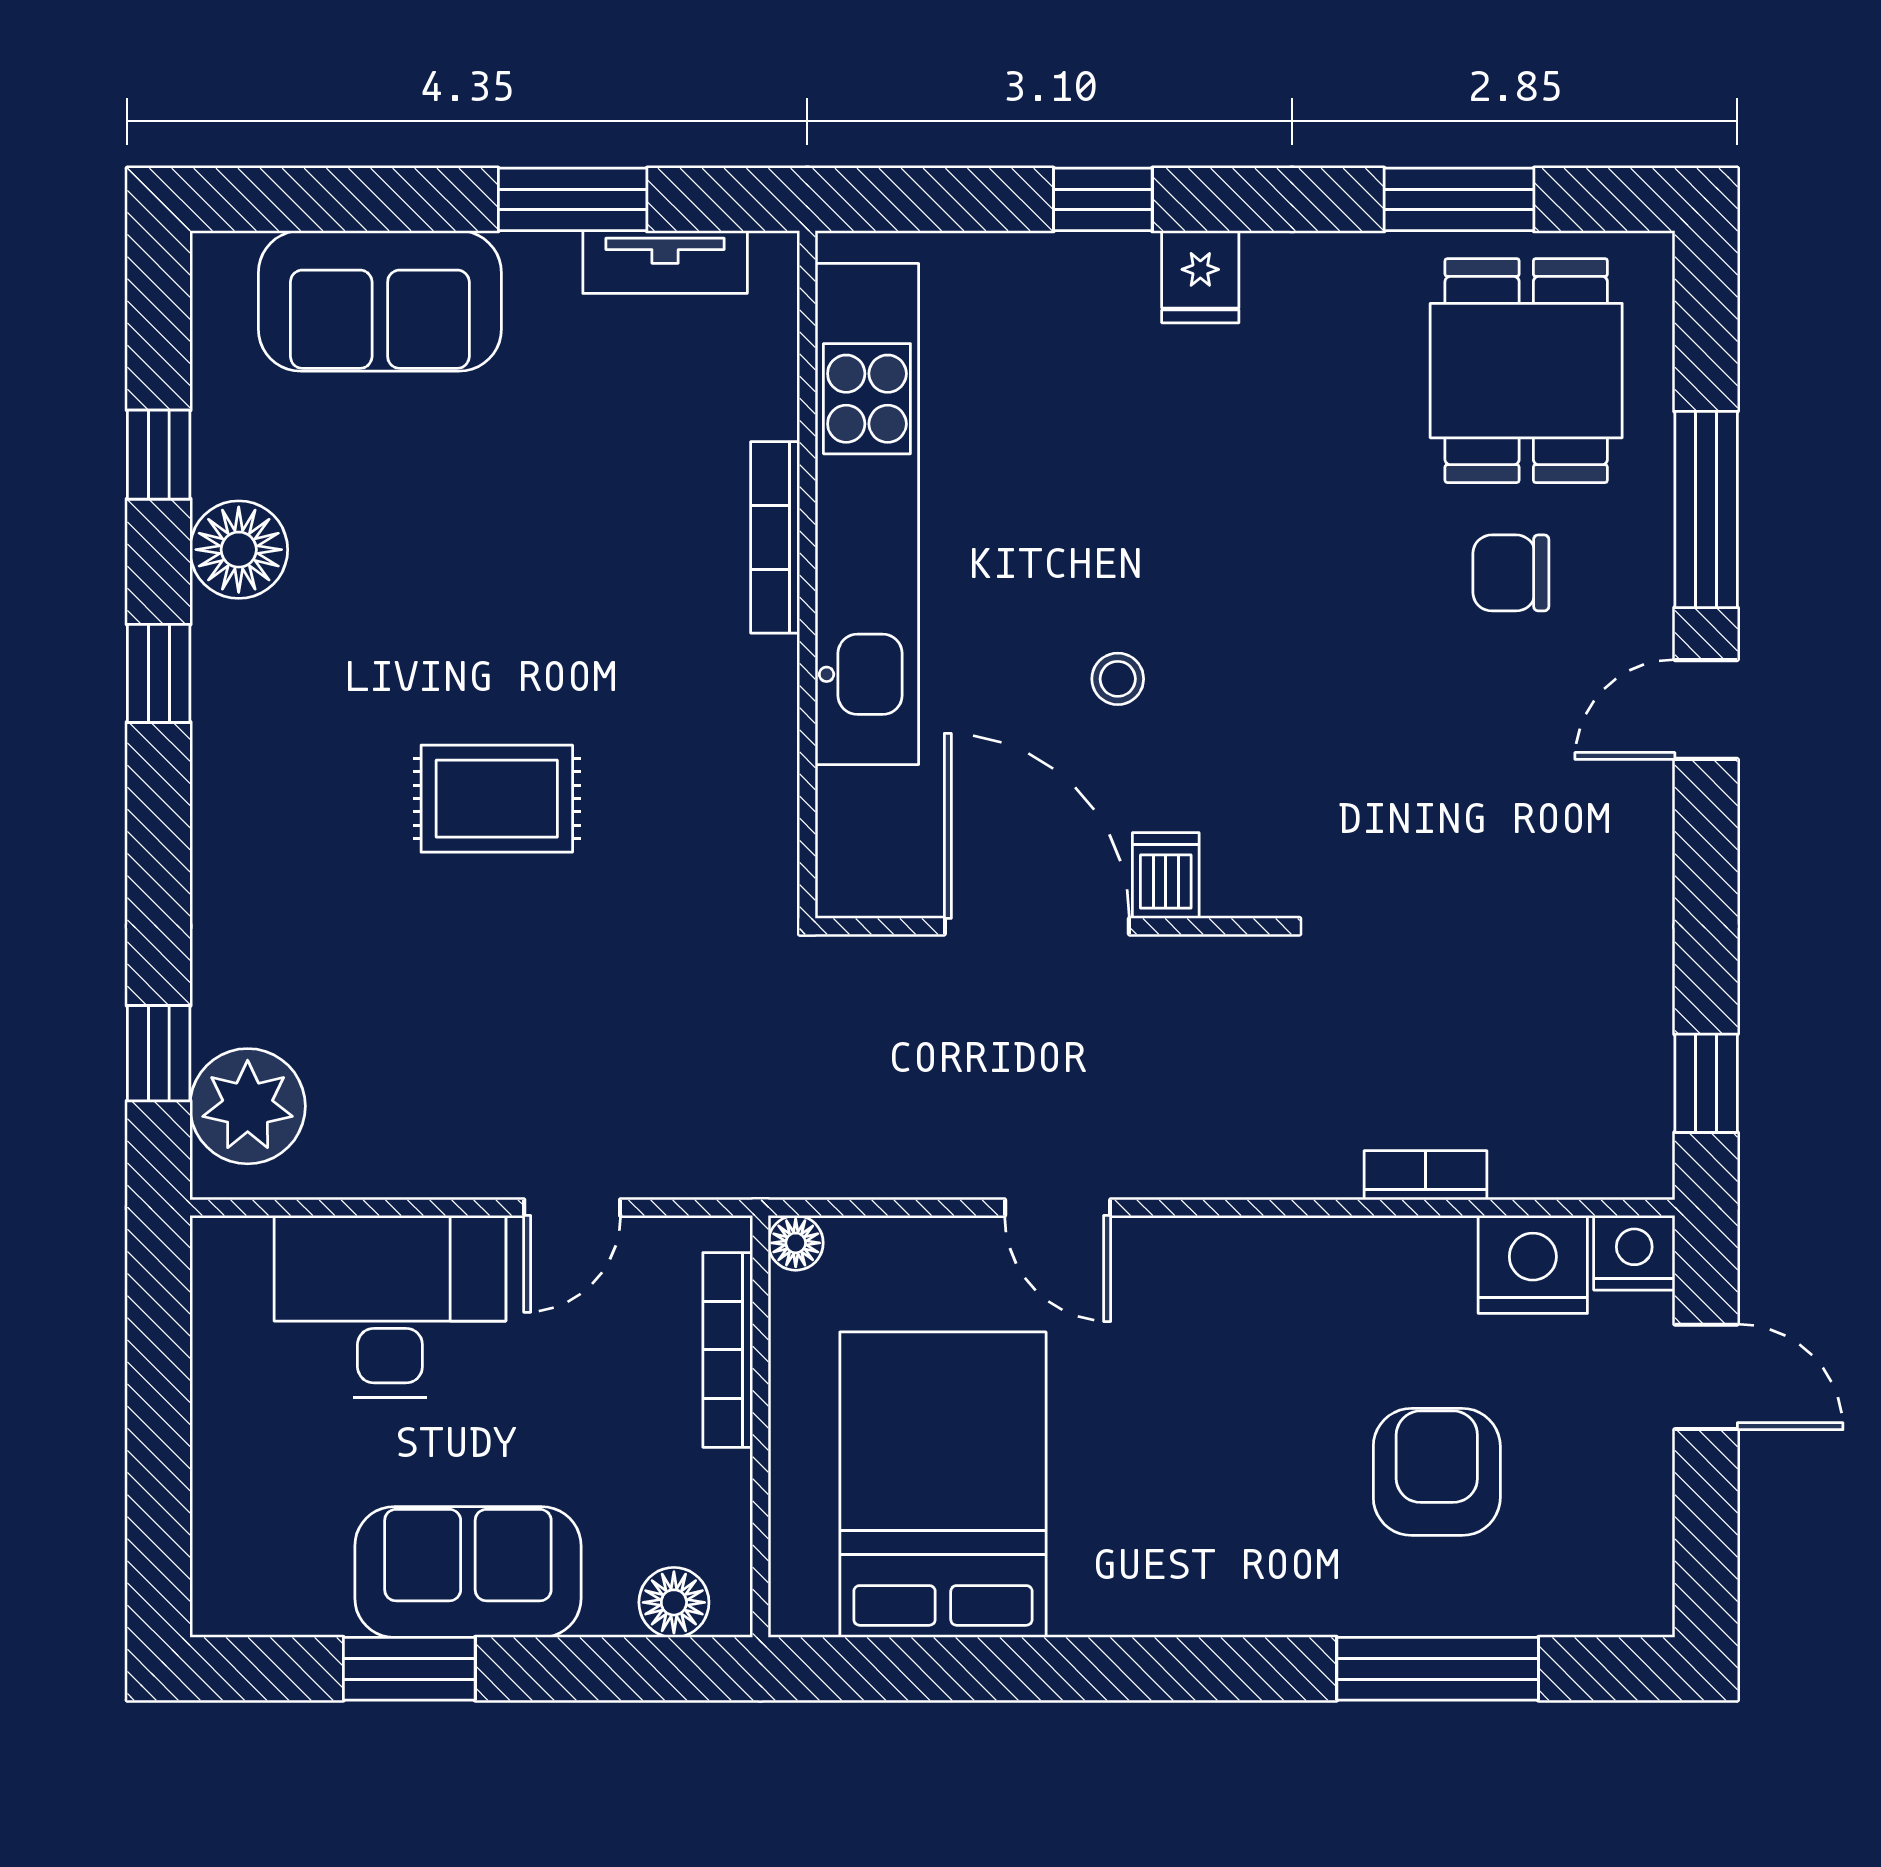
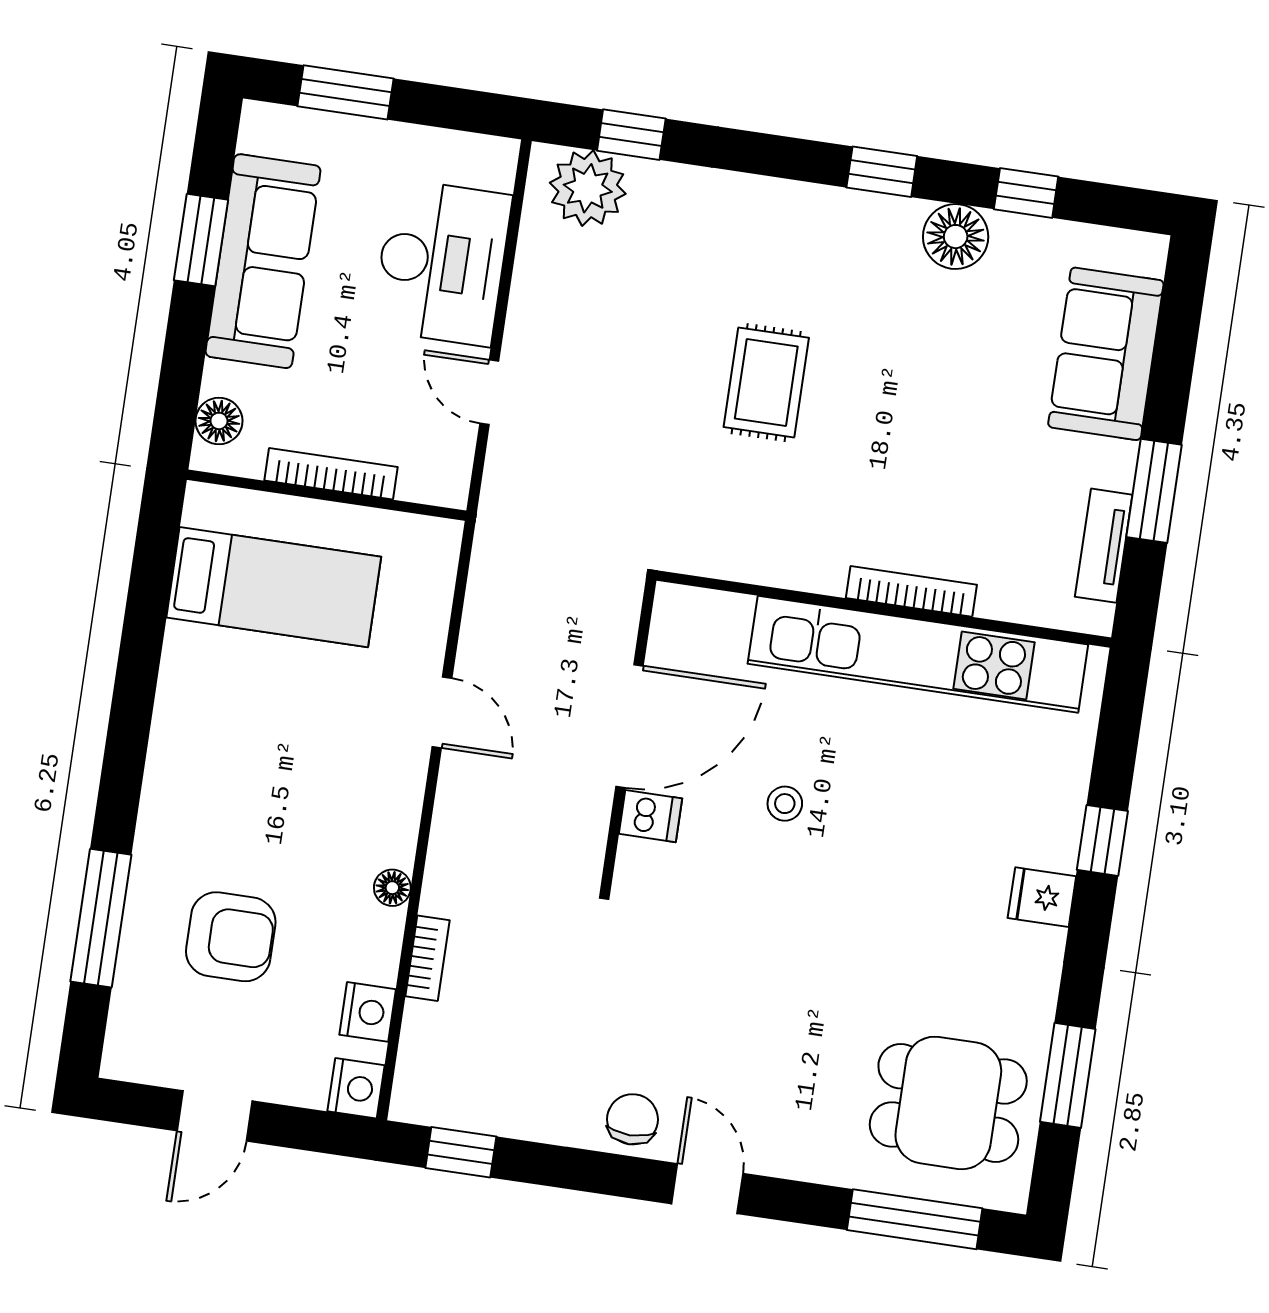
window: (1706, 509) -> (915, 1219), moved
chair: (1511, 573) -> (633, 1119), moved
door: (1058, 1208) -> (442, 712), swing flipped
floor lamp: (796, 1243) -> (392, 888), moved
nightstand: (1533, 1264) -> (368, 1012), width x0.74, depth x0.75
bookcase: (728, 1350) -> (331, 474), moved
door: (1706, 1377) -> (215, 1116), moved
bed: (943, 1485) -> (274, 587), width x0.67
window: (159, 1487) -> (345, 92), added
sofa: (468, 1572) -> (263, 261), width x1.36

